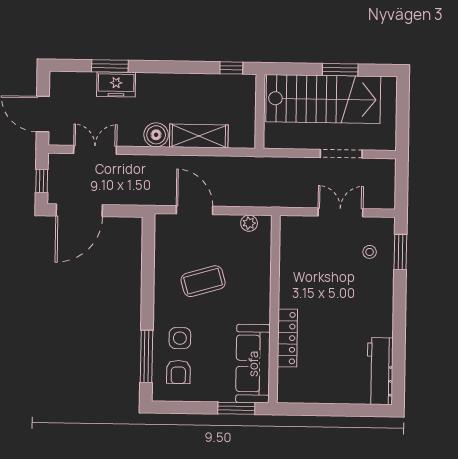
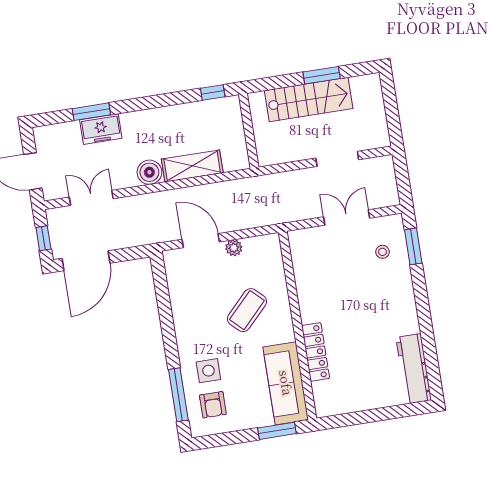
stairs: (323, 99) -> (309, 100), width x0.73, depth x0.66
plant: (249, 223) -> (234, 248), moved
coffee table: (203, 281) -> (247, 310), moved, turned -30

